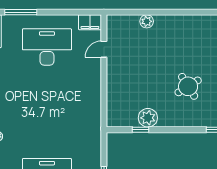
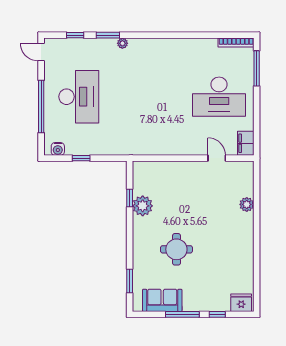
desk: (47, 47) -> (219, 97), turned 90
round table: (188, 86) -> (176, 249), turned 32

